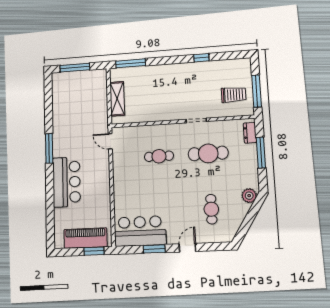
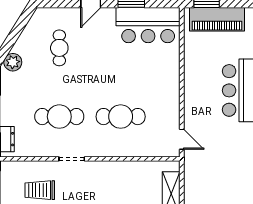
trolley: (234, 95) -> (40, 190), moved
cafe table: (159, 156) -> (121, 117), width x1.37, depth x1.35

